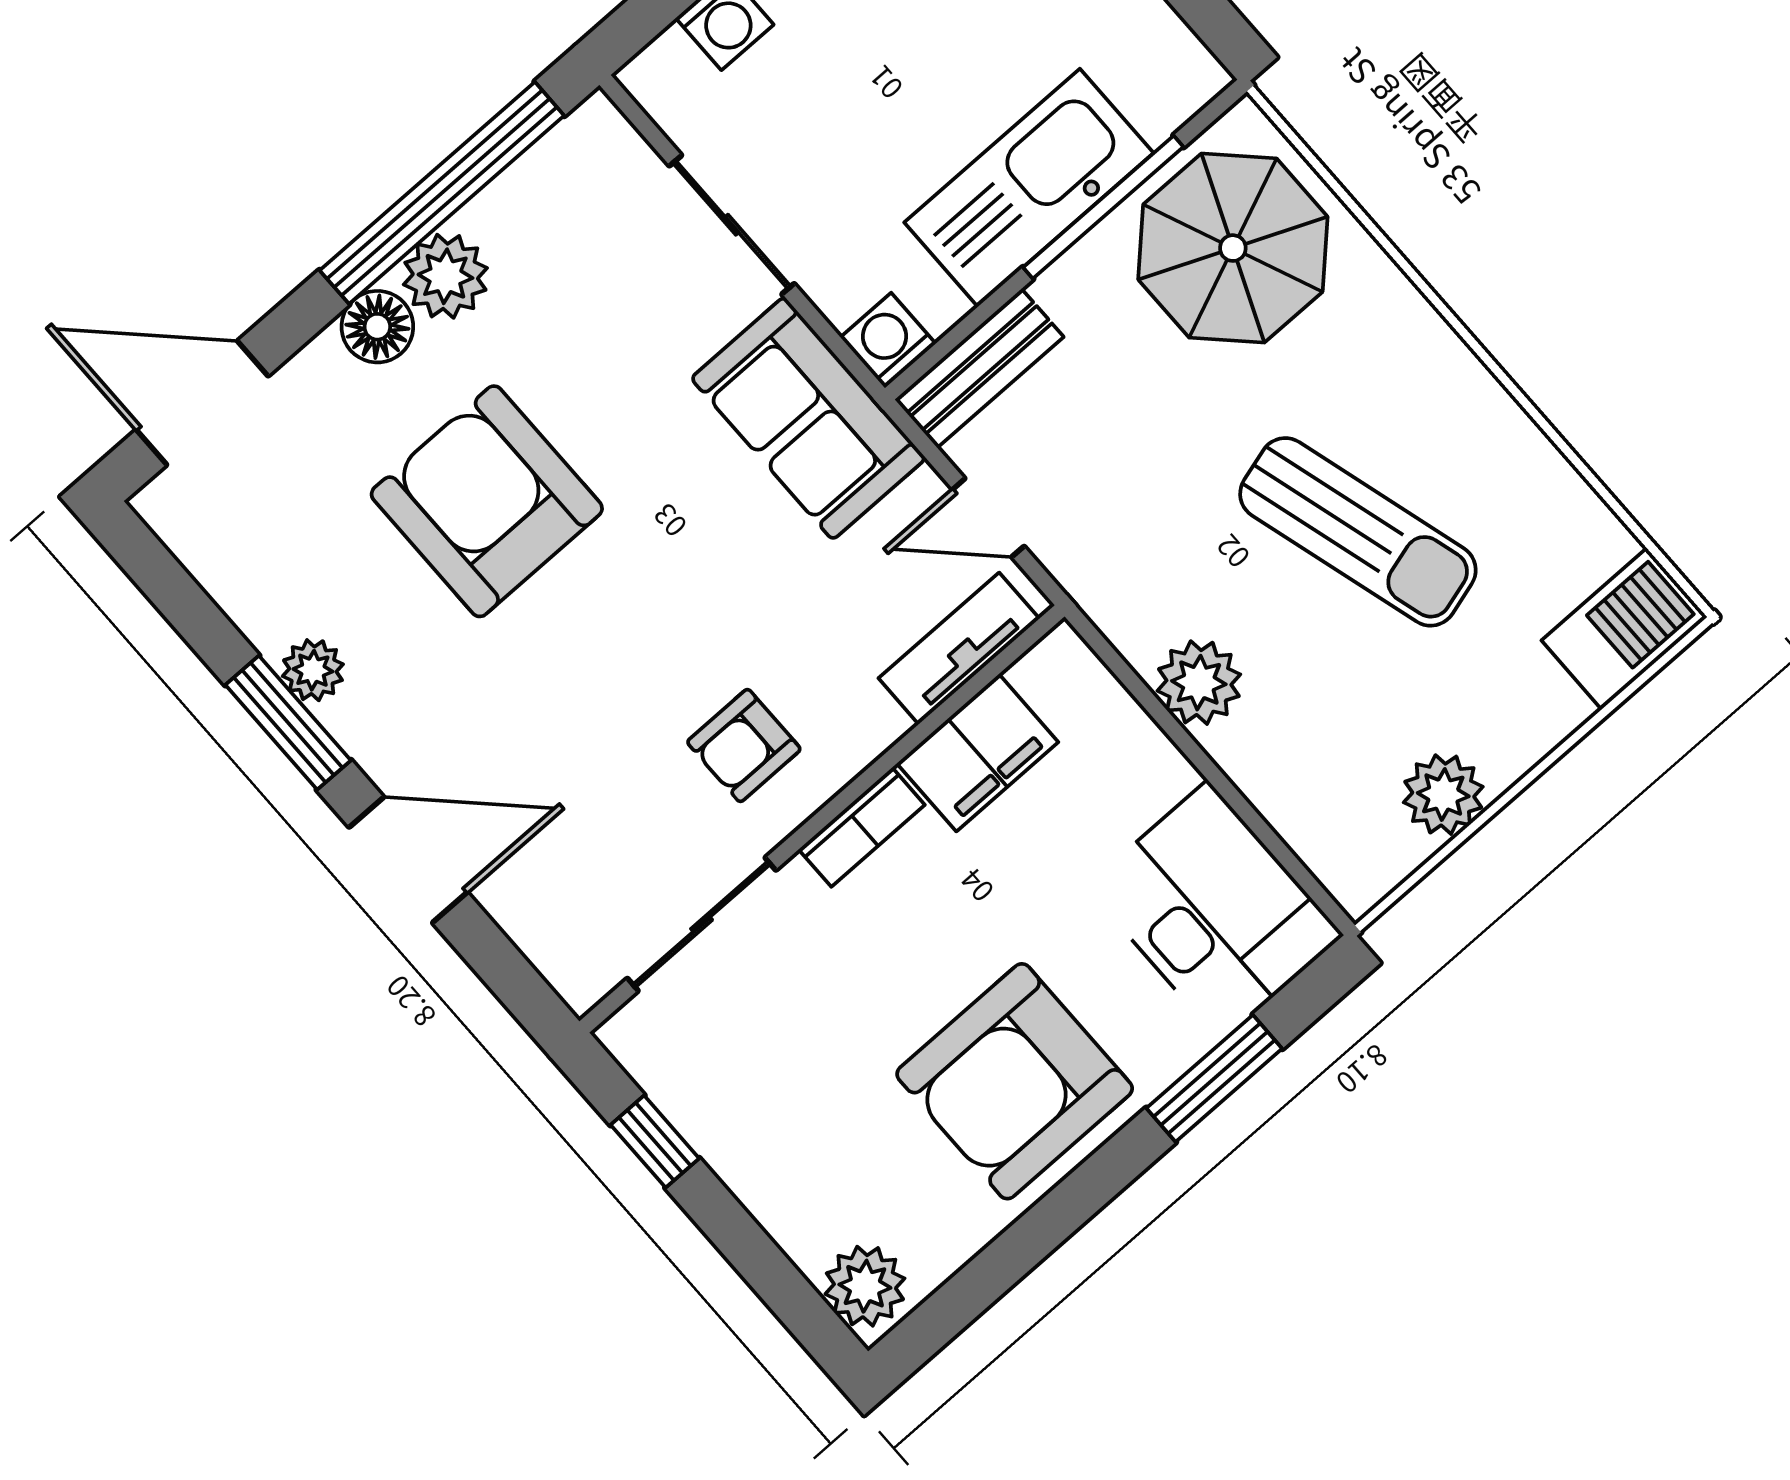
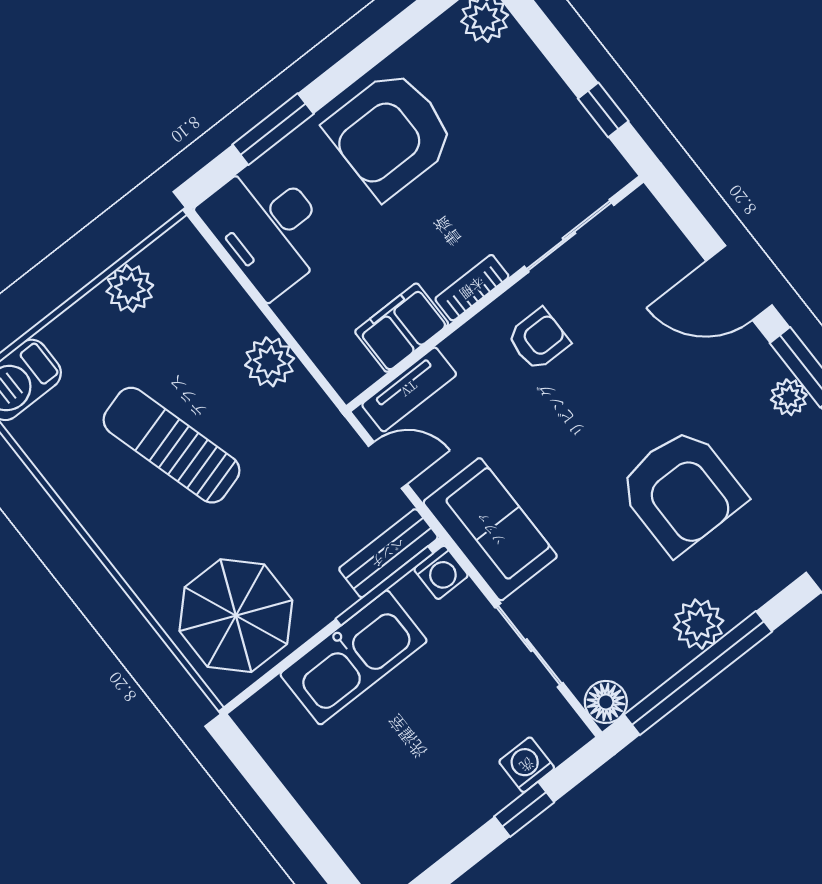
window: (1103, 207) -> (384, 586), moved
floor lamp: (377, 327) -> (606, 702), moved
armchair: (1015, 1081) -> (390, 134), turned 180

